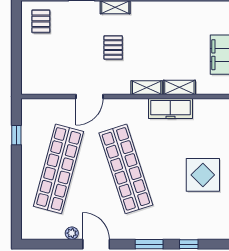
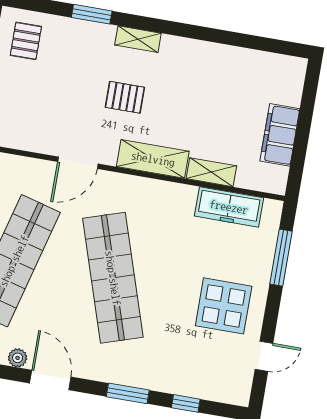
pallet: (113, 48) -> (125, 97), turned 90
shelving: (147, 88) -> (153, 159), width x1.50, depth x1.33
freezer: (170, 108) -> (229, 207), moved

